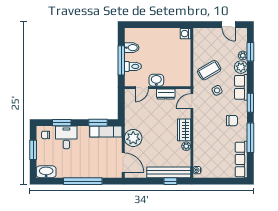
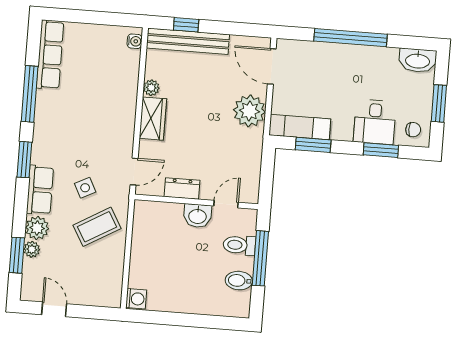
chair: (232, 121) -> (62, 129), removed

